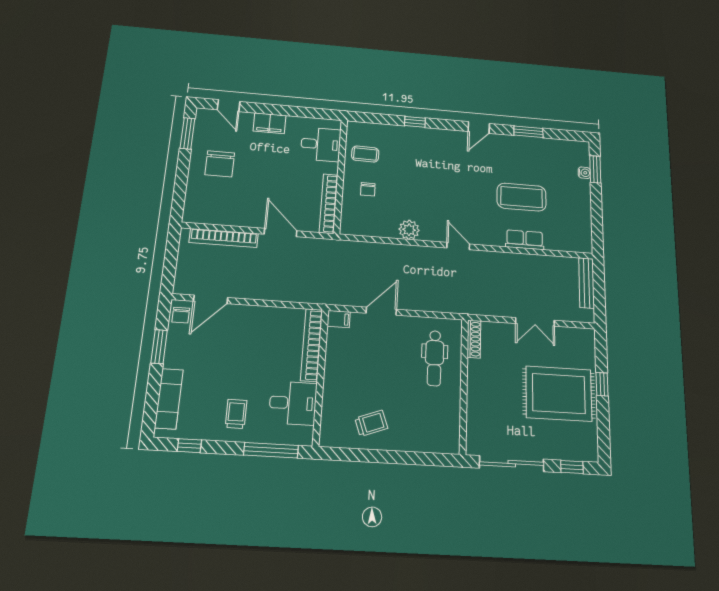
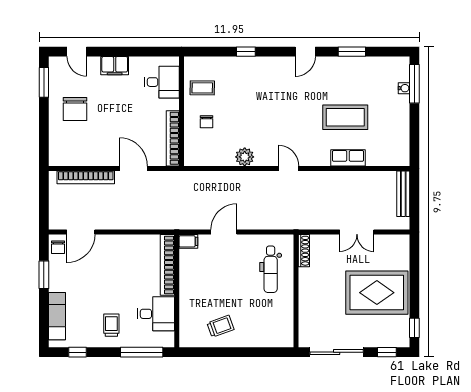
window: (595, 169) -> (414, 84), width x1.44
window: (602, 384) -> (414, 328), moved

